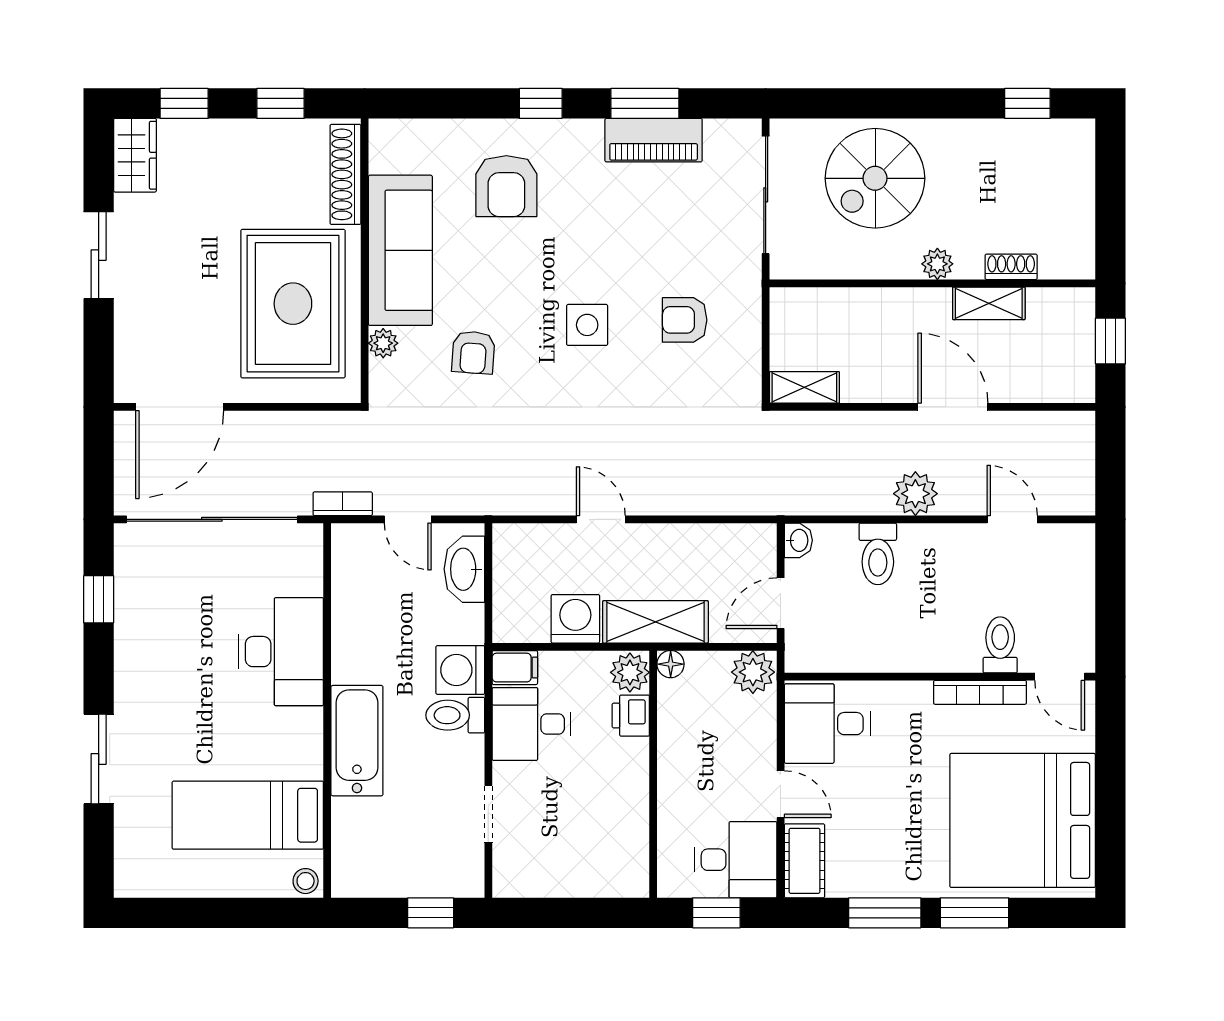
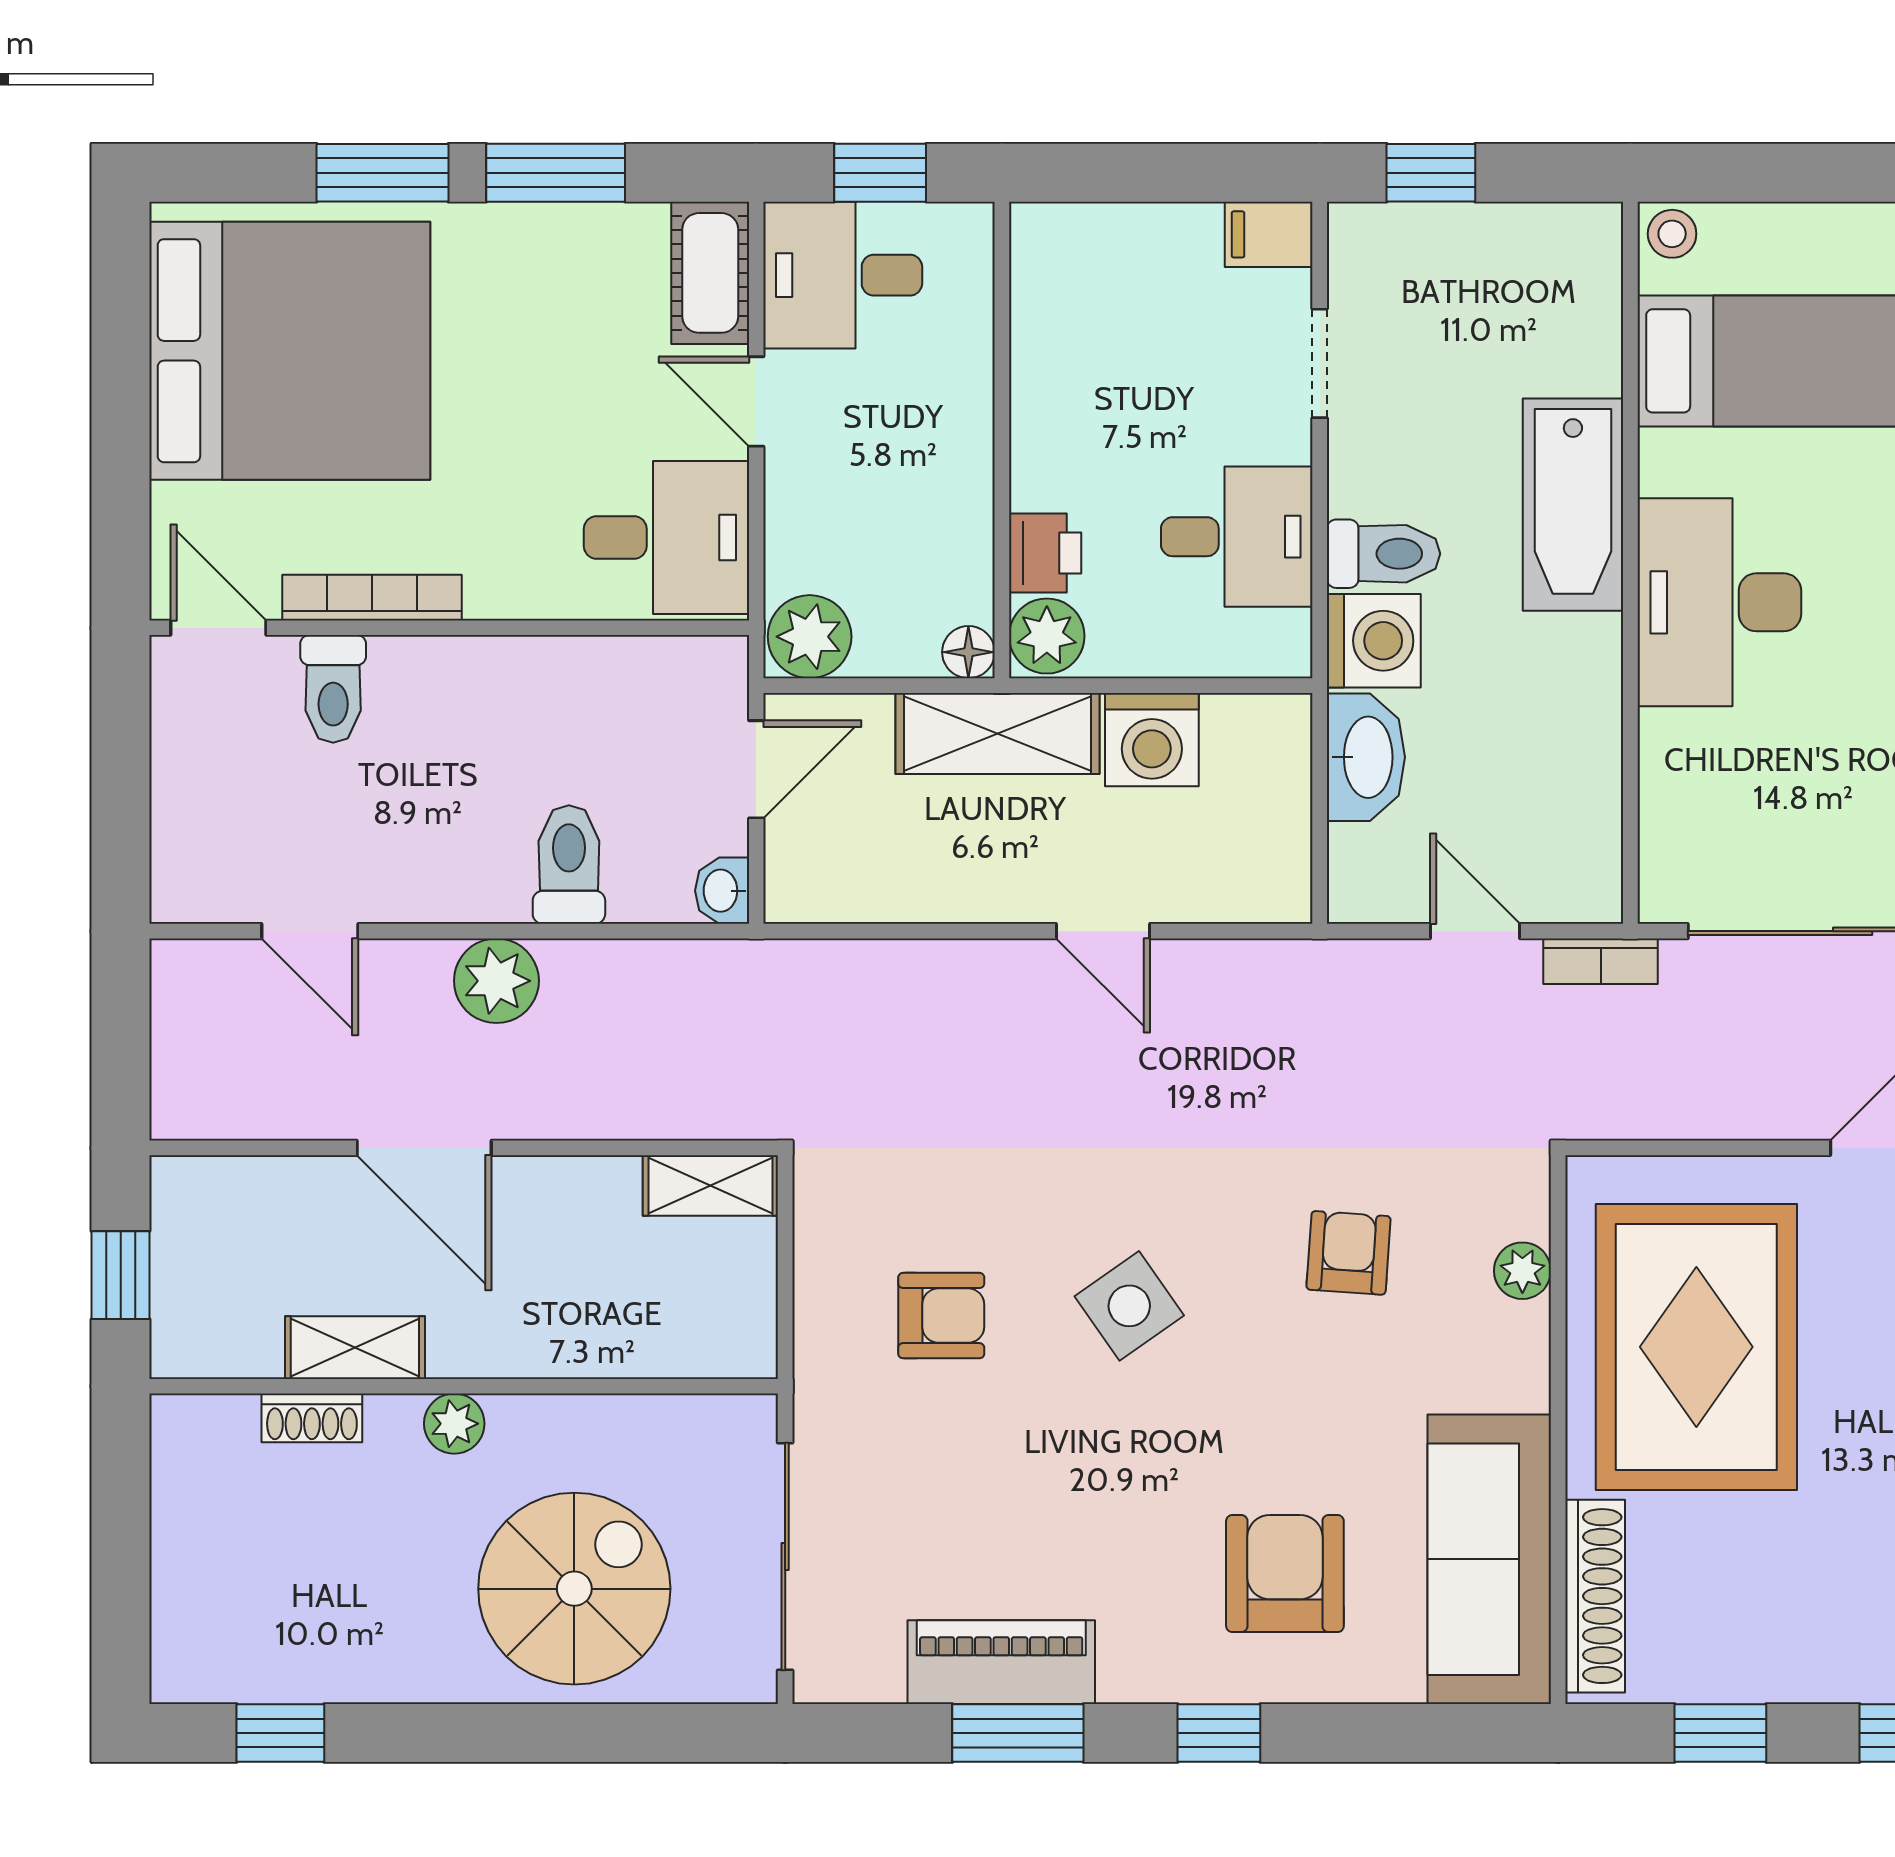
sofa: (400, 250) -> (1489, 1559), moved
side table: (587, 325) -> (1129, 1306), turned -35
washbasin: (464, 569) -> (1366, 757), moved
desk: (281, 652) -> (1719, 602), moved
filing cabinet: (515, 668) -> (1269, 234), moved

